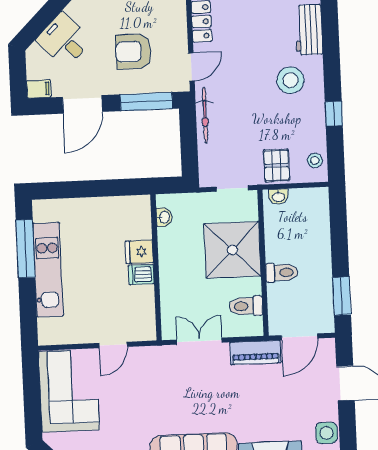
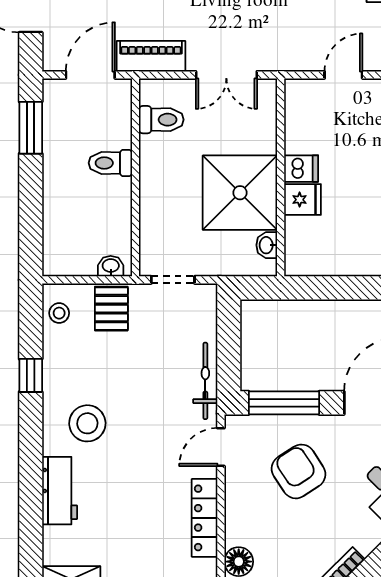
armchair: (133, 52) -> (299, 471), turned -123
shower: (232, 250) -> (240, 193), moved

